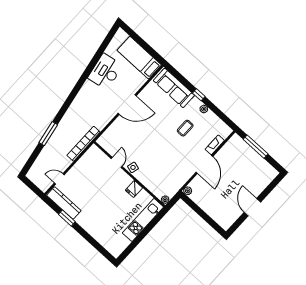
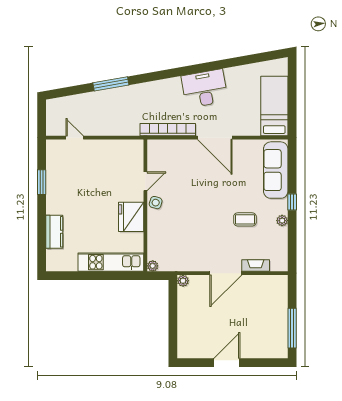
desk: (105, 72) -> (205, 89), moved
bookcase: (84, 144) -> (168, 130), moved
window: (256, 147) -> (292, 328), moved
fridge: (134, 189) -> (131, 217), width x1.88, depth x1.34
kitchen counter: (64, 203) -> (54, 232), moved, width x0.67

